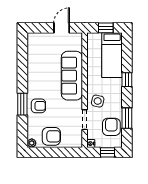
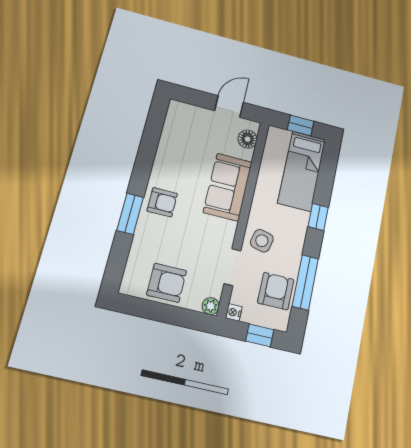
floor lamp: (77, 45) -> (248, 139), added
sofa: (72, 76) -> (228, 187), width x0.73
armchair: (38, 106) -> (162, 202), moved
window: (127, 118) -> (305, 282), width x1.44
plant: (32, 143) -> (211, 306), moved

